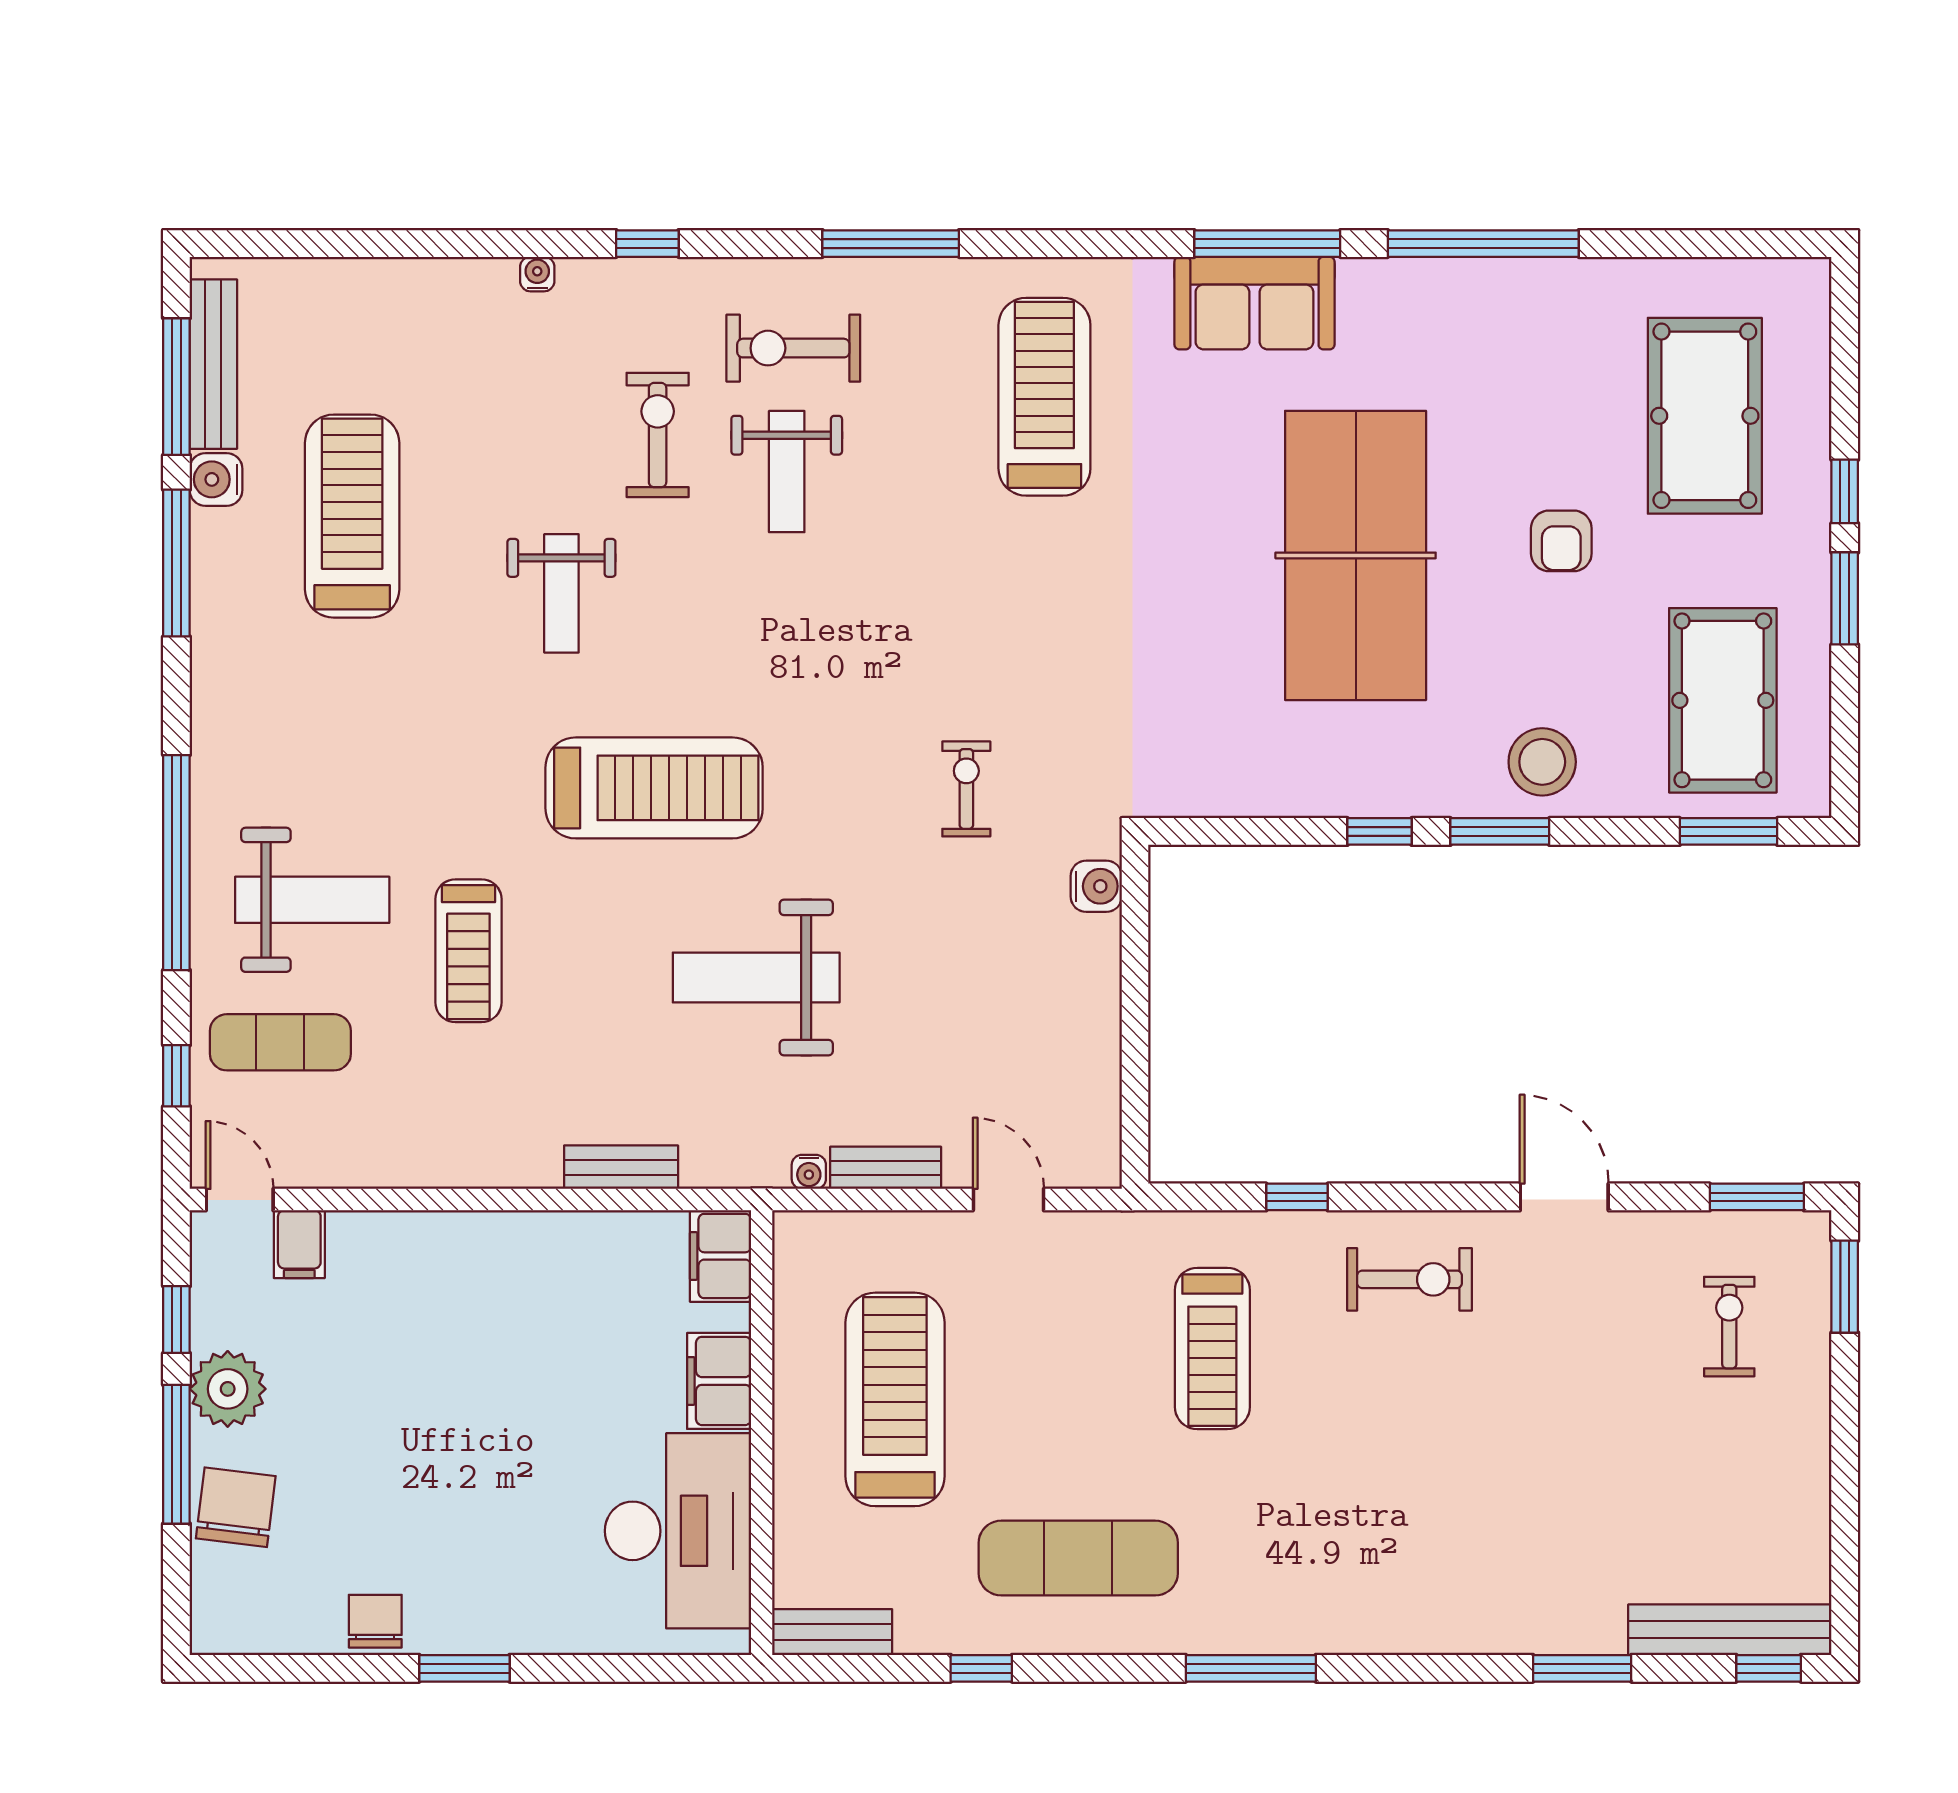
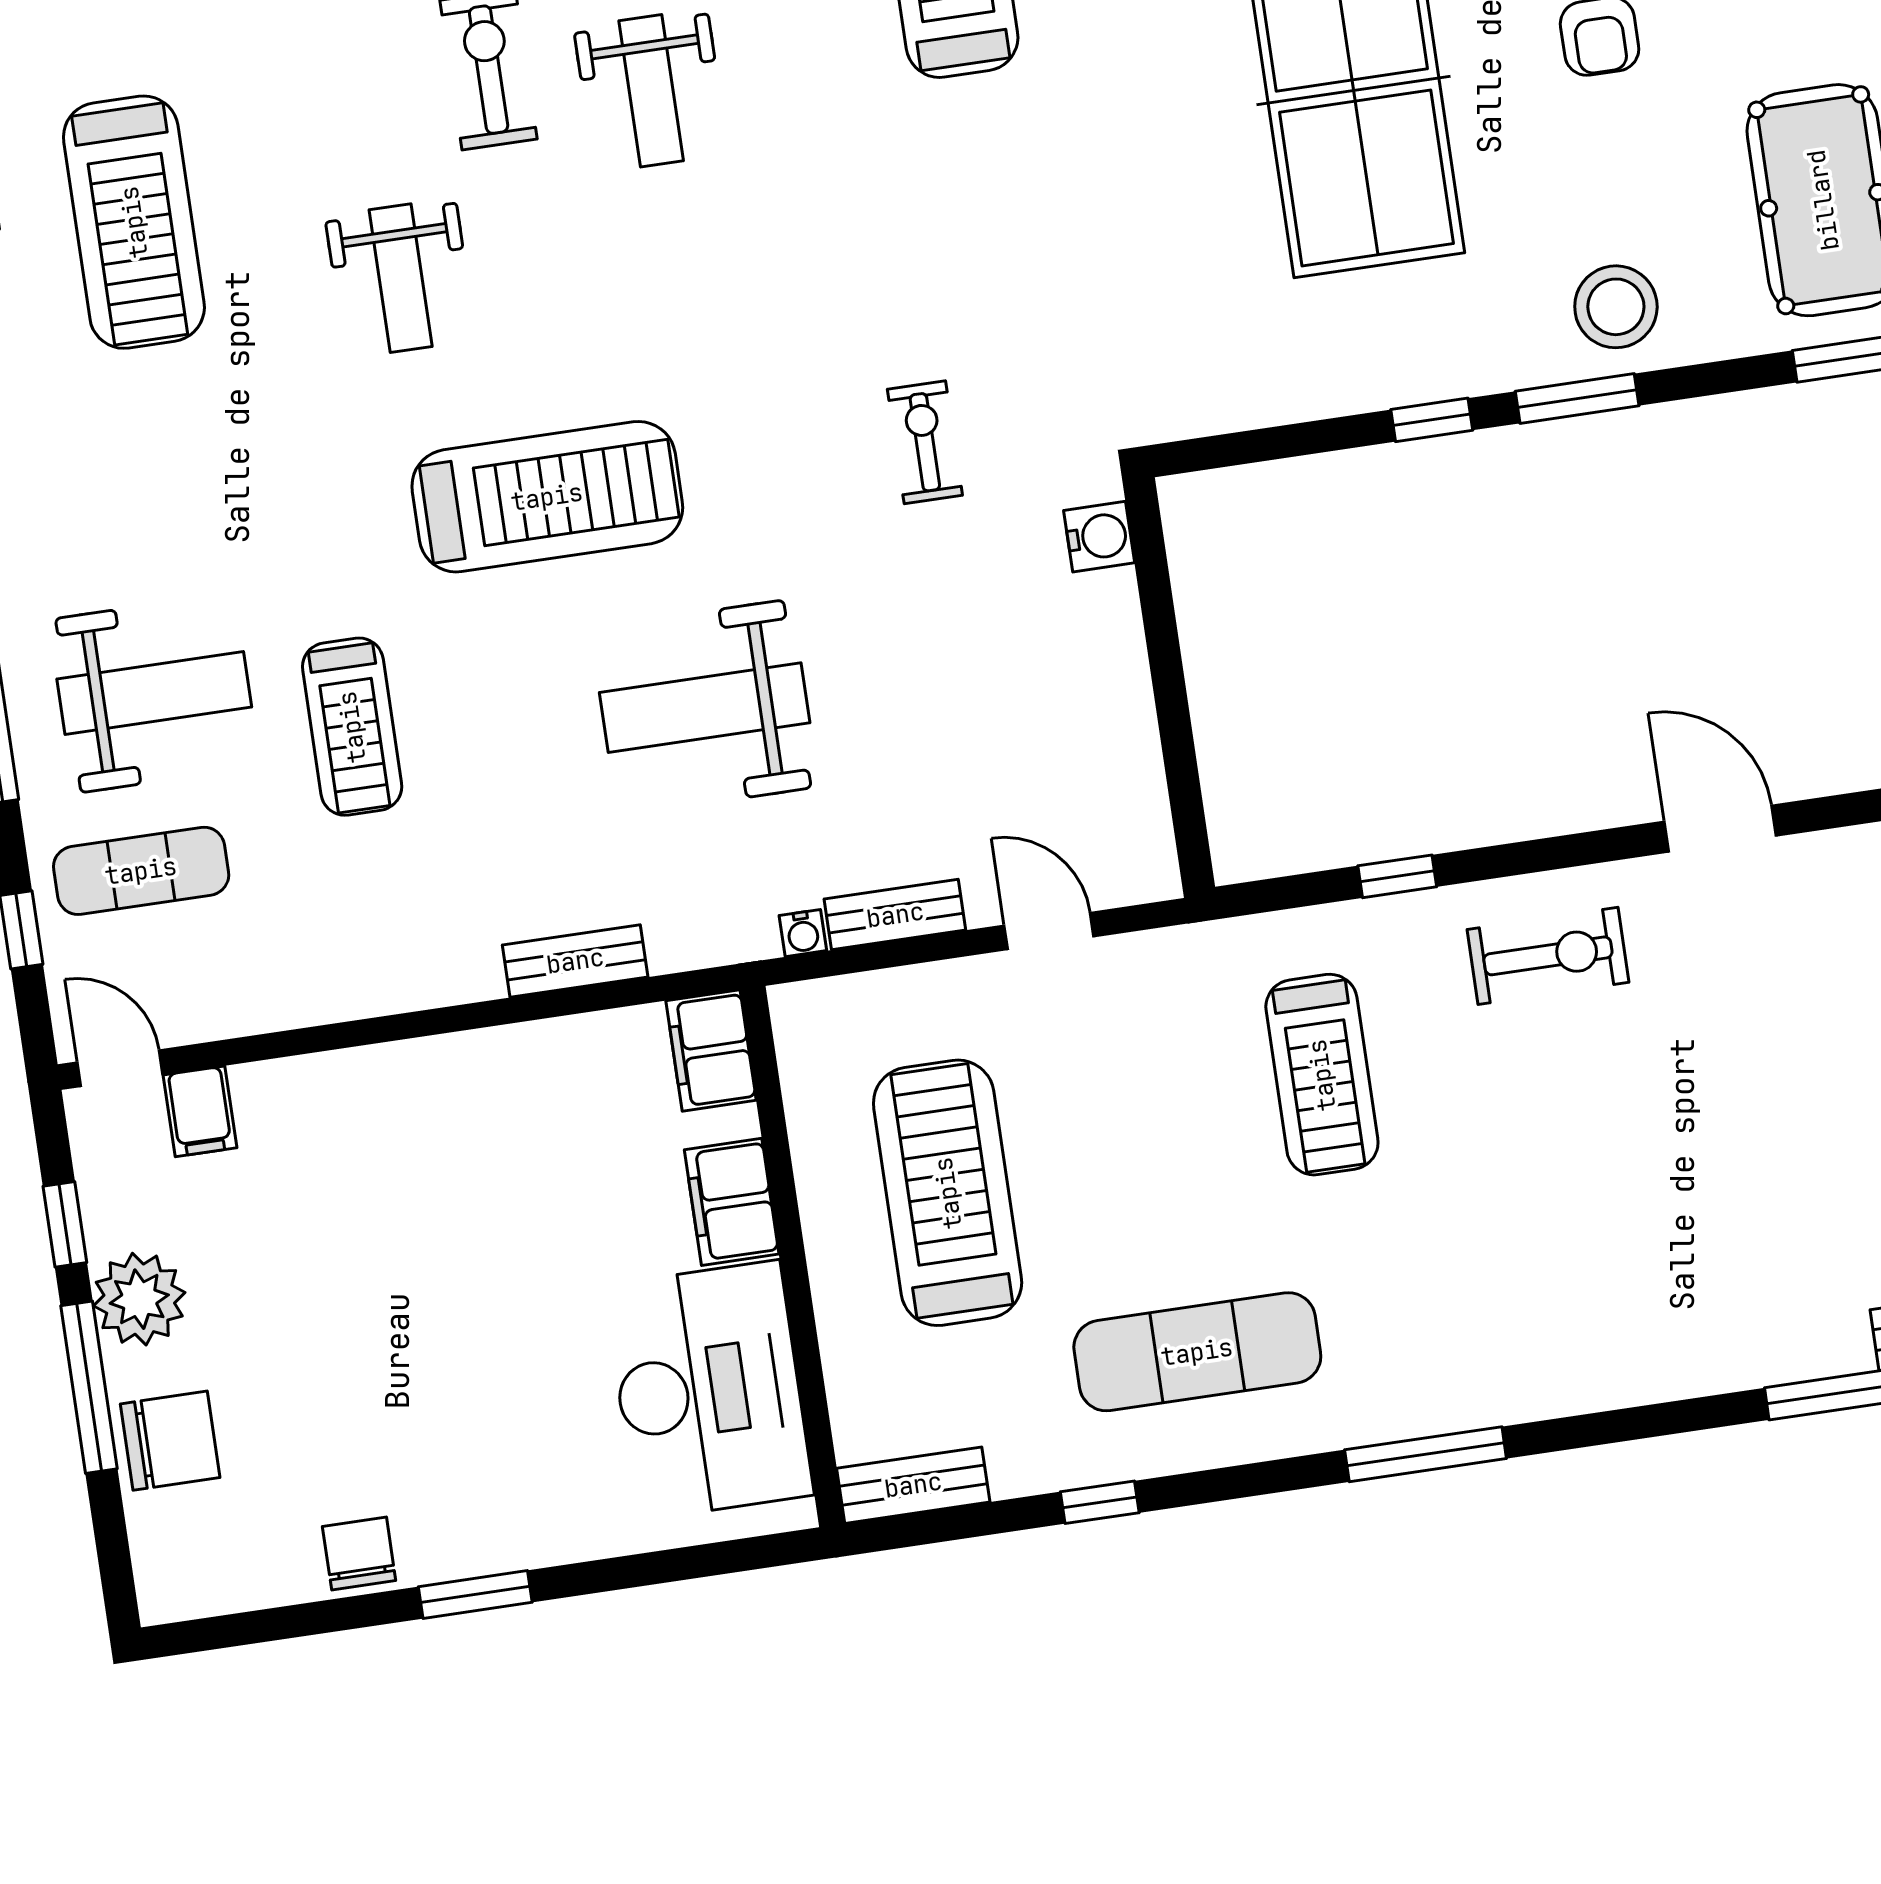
treadmill: (352, 516) -> (134, 222), turned 180
chair: (236, 1507) -> (170, 1441), turned 83

